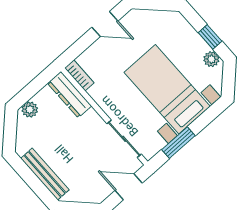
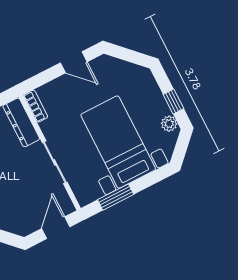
sliding door: (124, 139) -> (55, 162), moved
door: (129, 187) -> (56, 228), hinge flipped

